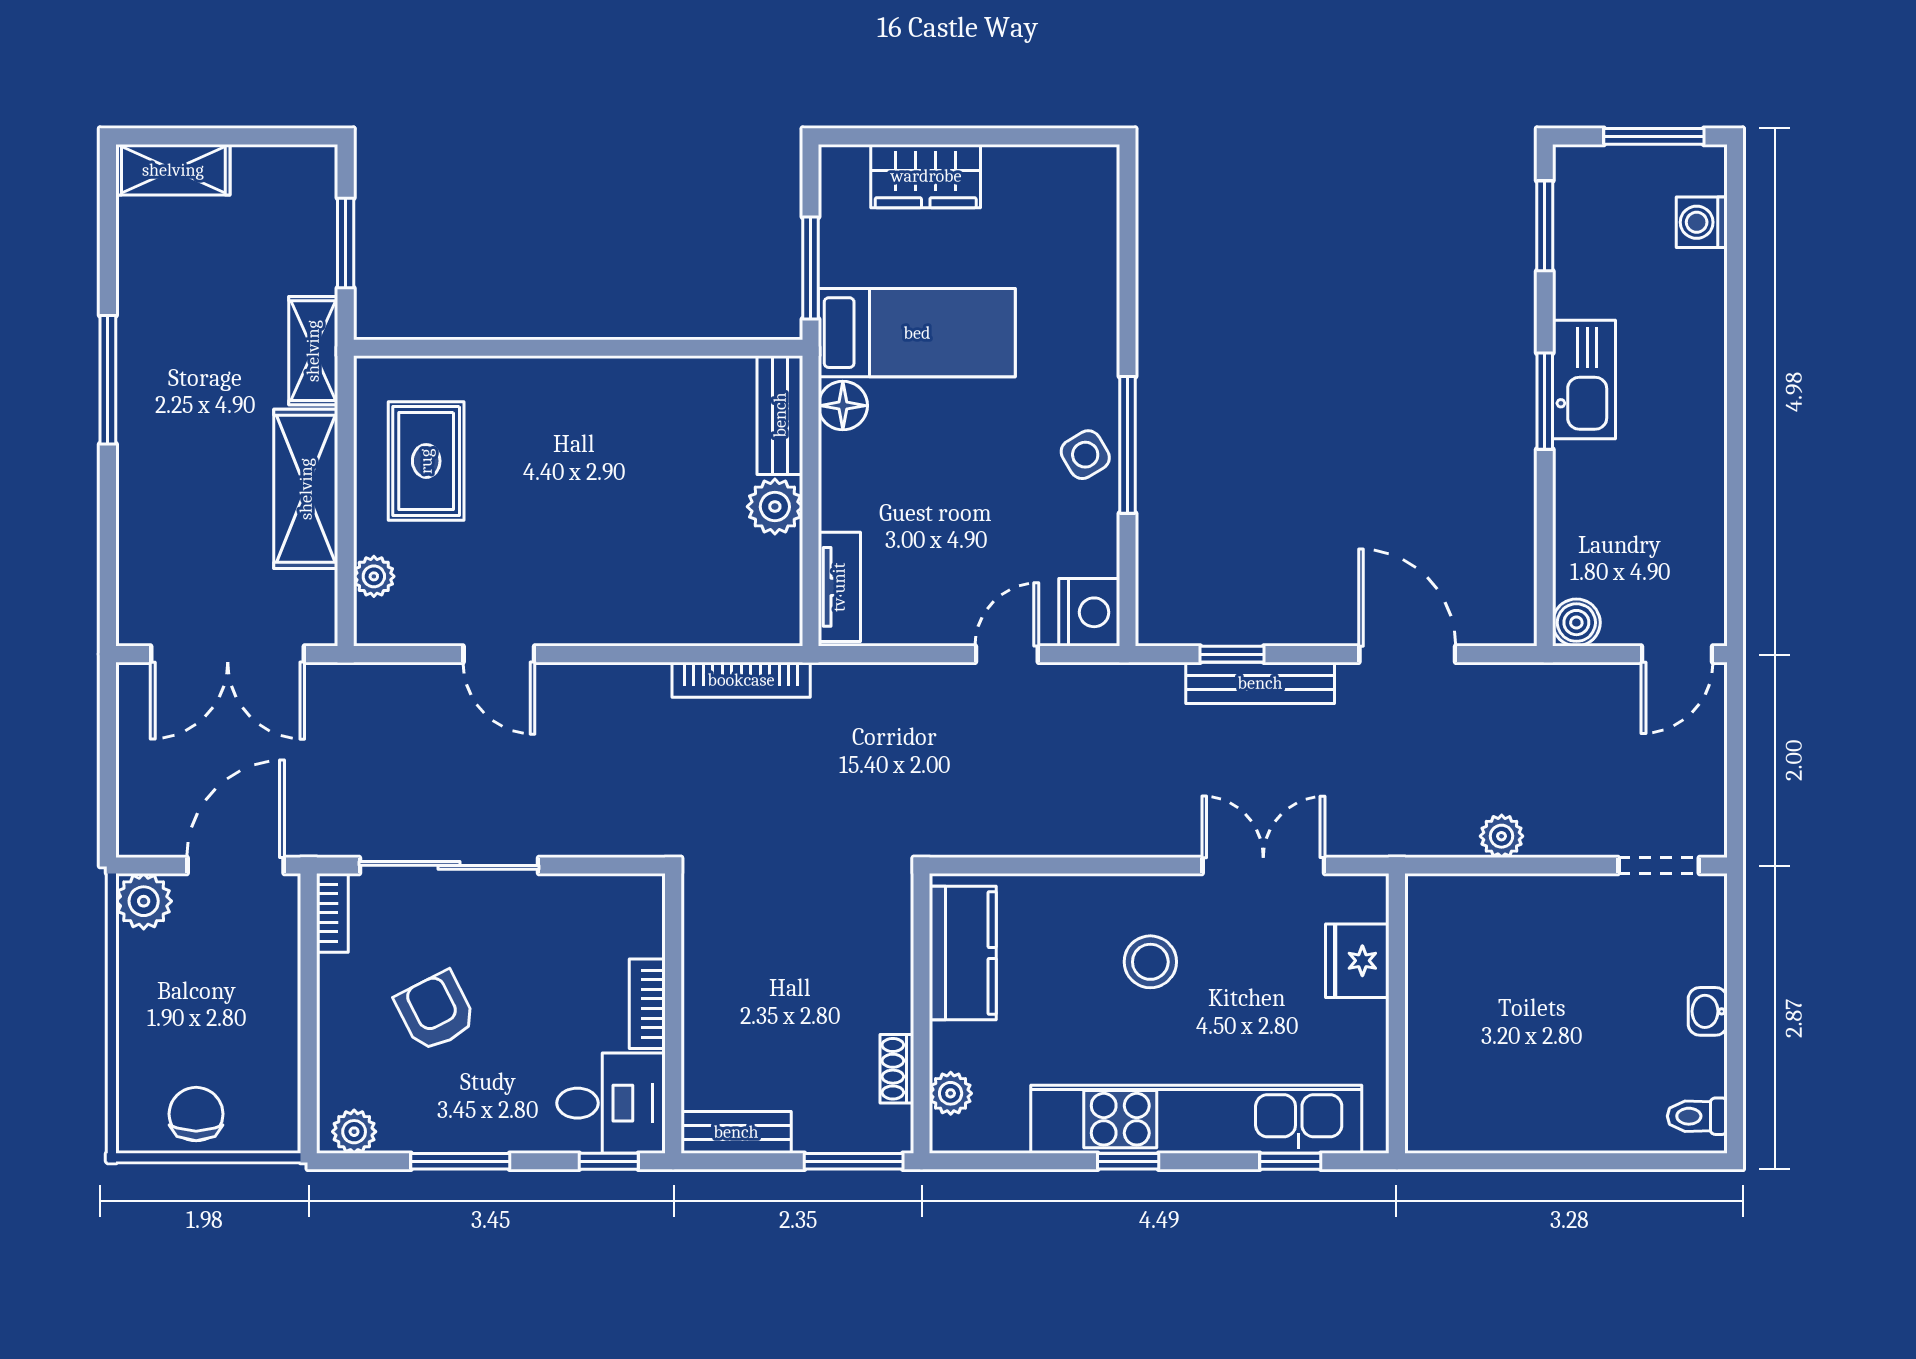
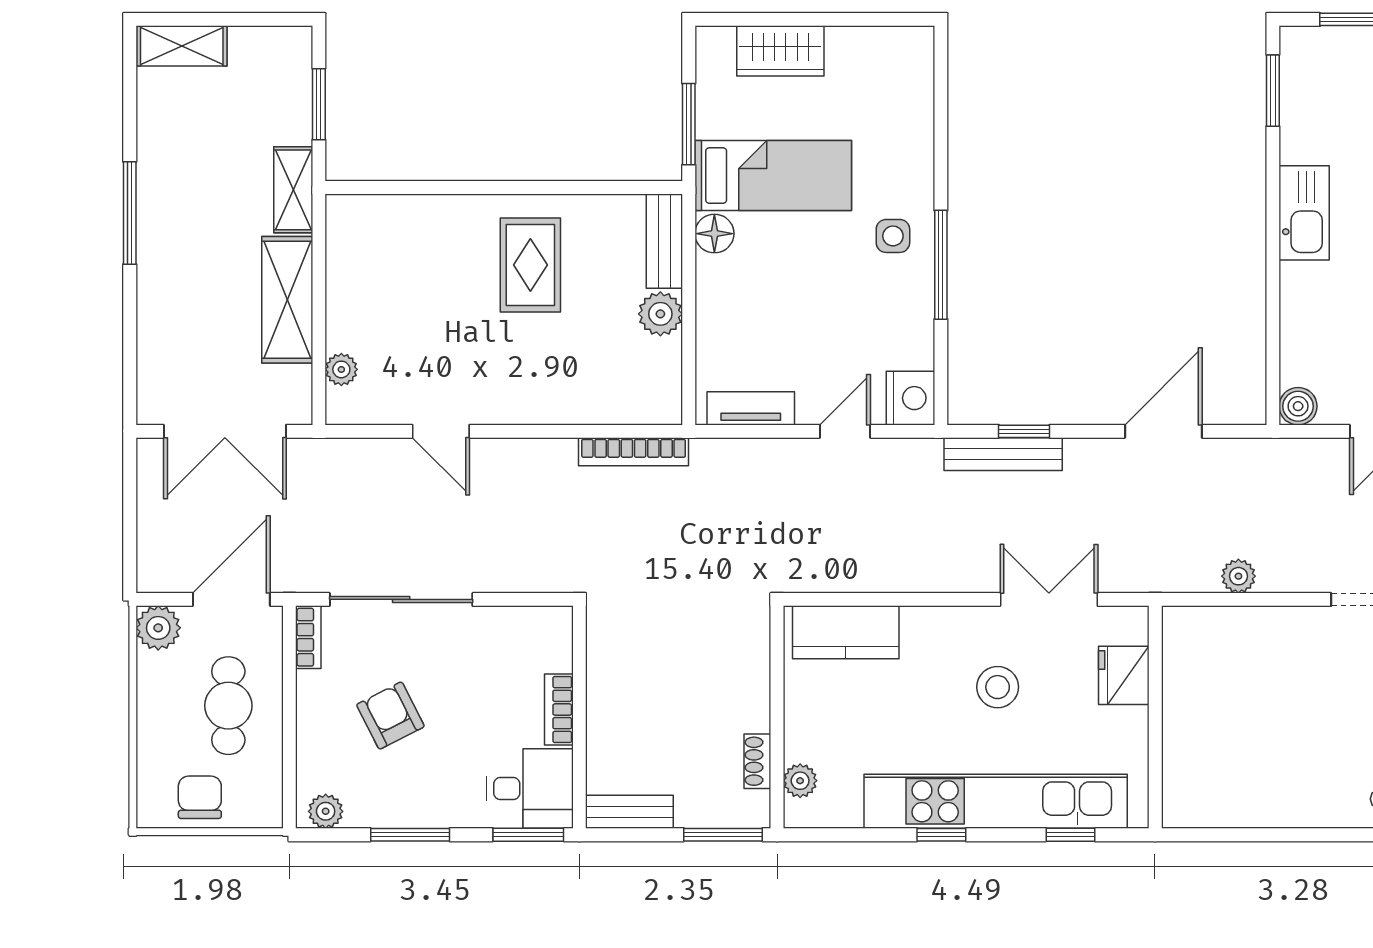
window: (1545, 401) -> (1273, 230), removed
side table: (1085, 455) -> (893, 236), moved, turned 31
rug: (426, 461) -> (530, 265), moved
tv unit: (839, 587) -> (751, 408), moved, turned -90
door: (1407, 654) -> (1163, 431), hinge flipped
bench: (1260, 683) -> (1003, 454), moved
kitchen counter: (963, 953) -> (846, 632), moved, turned 90
stool: (1150, 962) -> (998, 687), moved
cafe table: (232, 999) -> (228, 706), added
window: (609, 1161) -> (528, 835), width x1.50

